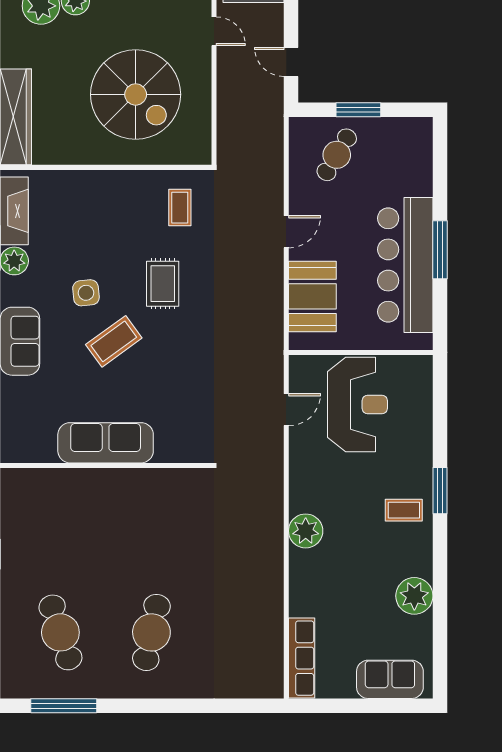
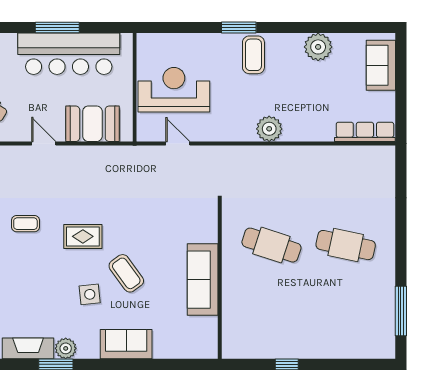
coffee table: (404, 510) -> (253, 55), width x1.36, depth x1.30
cafe table: (60, 632) -> (271, 245), moved, turned 36

